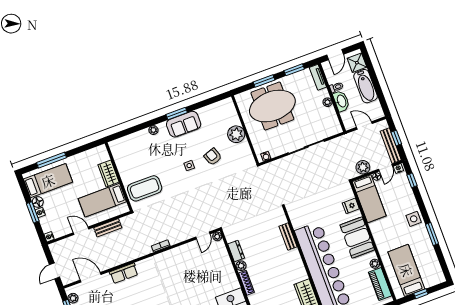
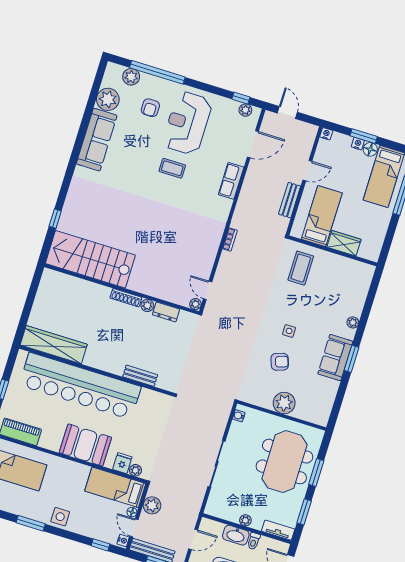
coffee table: (145, 188) -> (301, 268), width x0.73, depth x0.76
plant: (375, 264) -> (135, 470), moved

